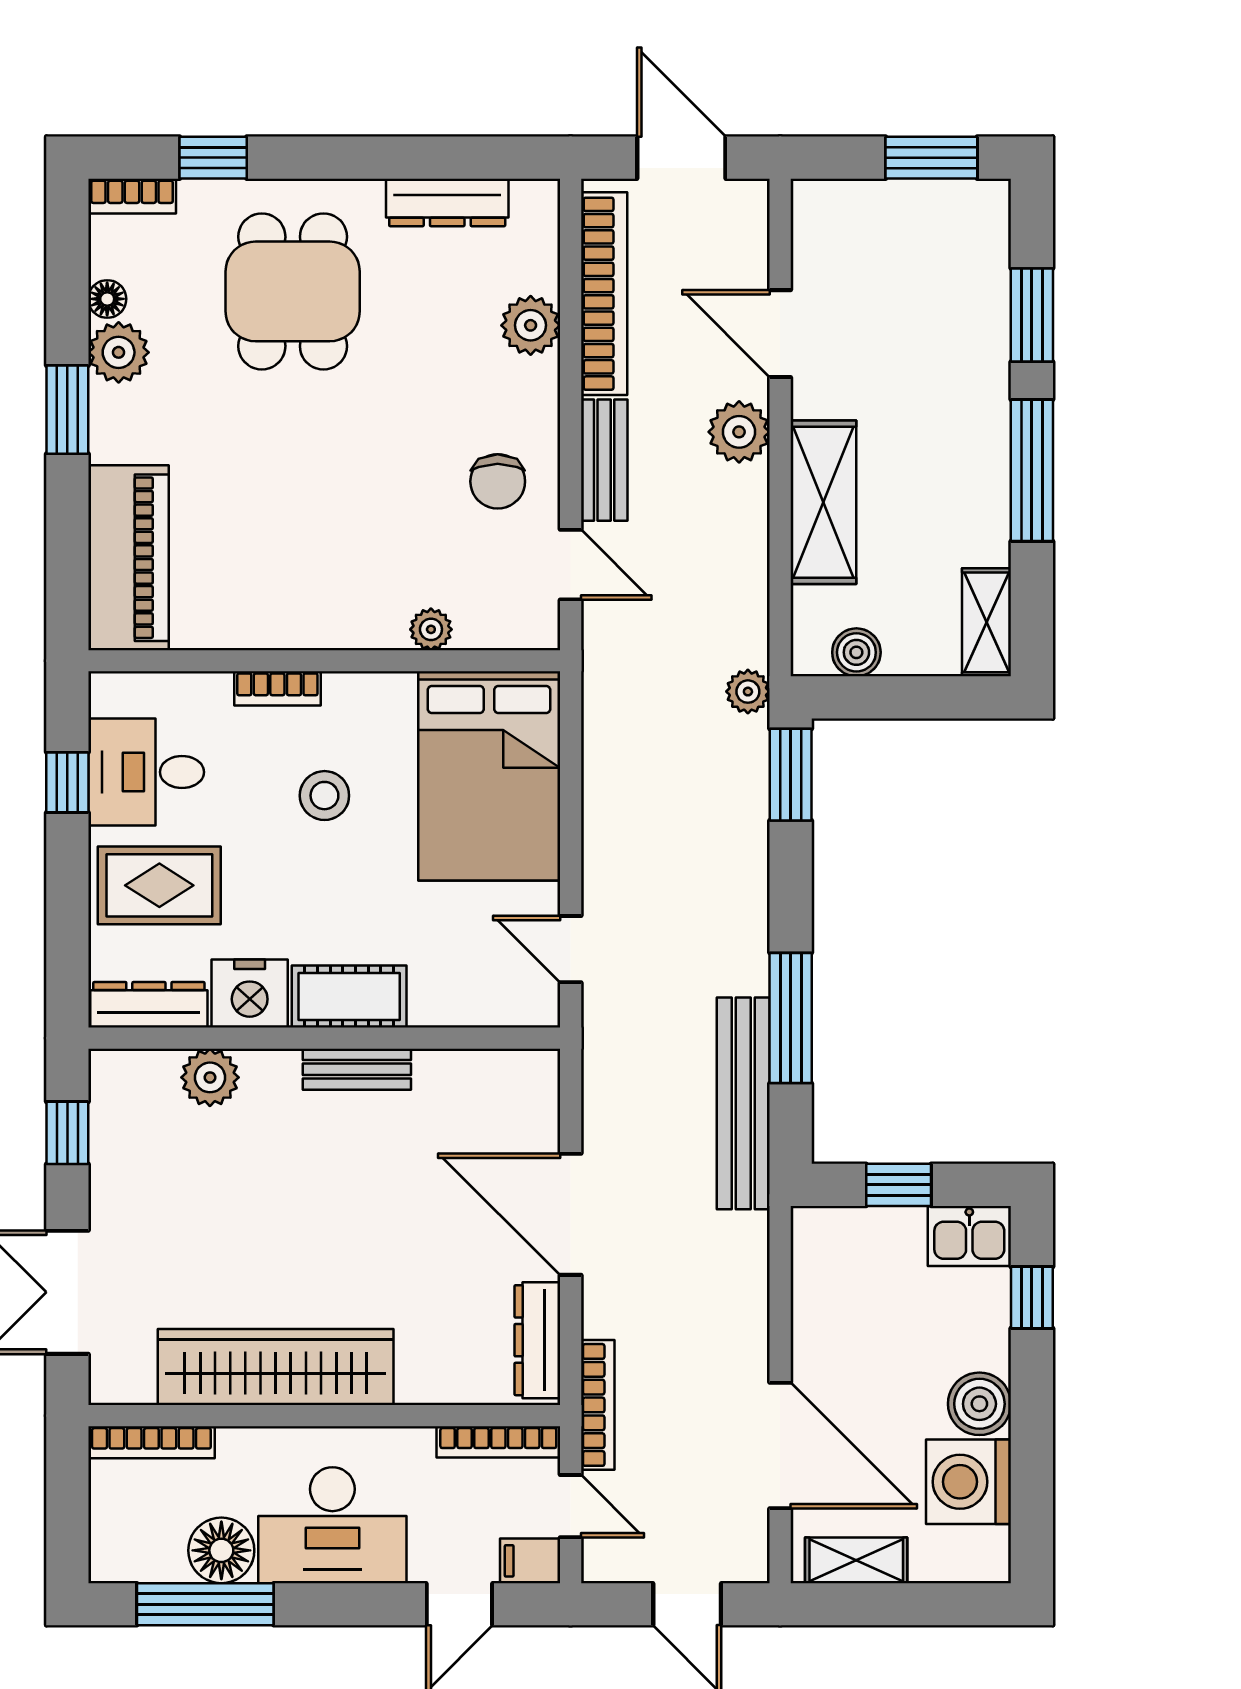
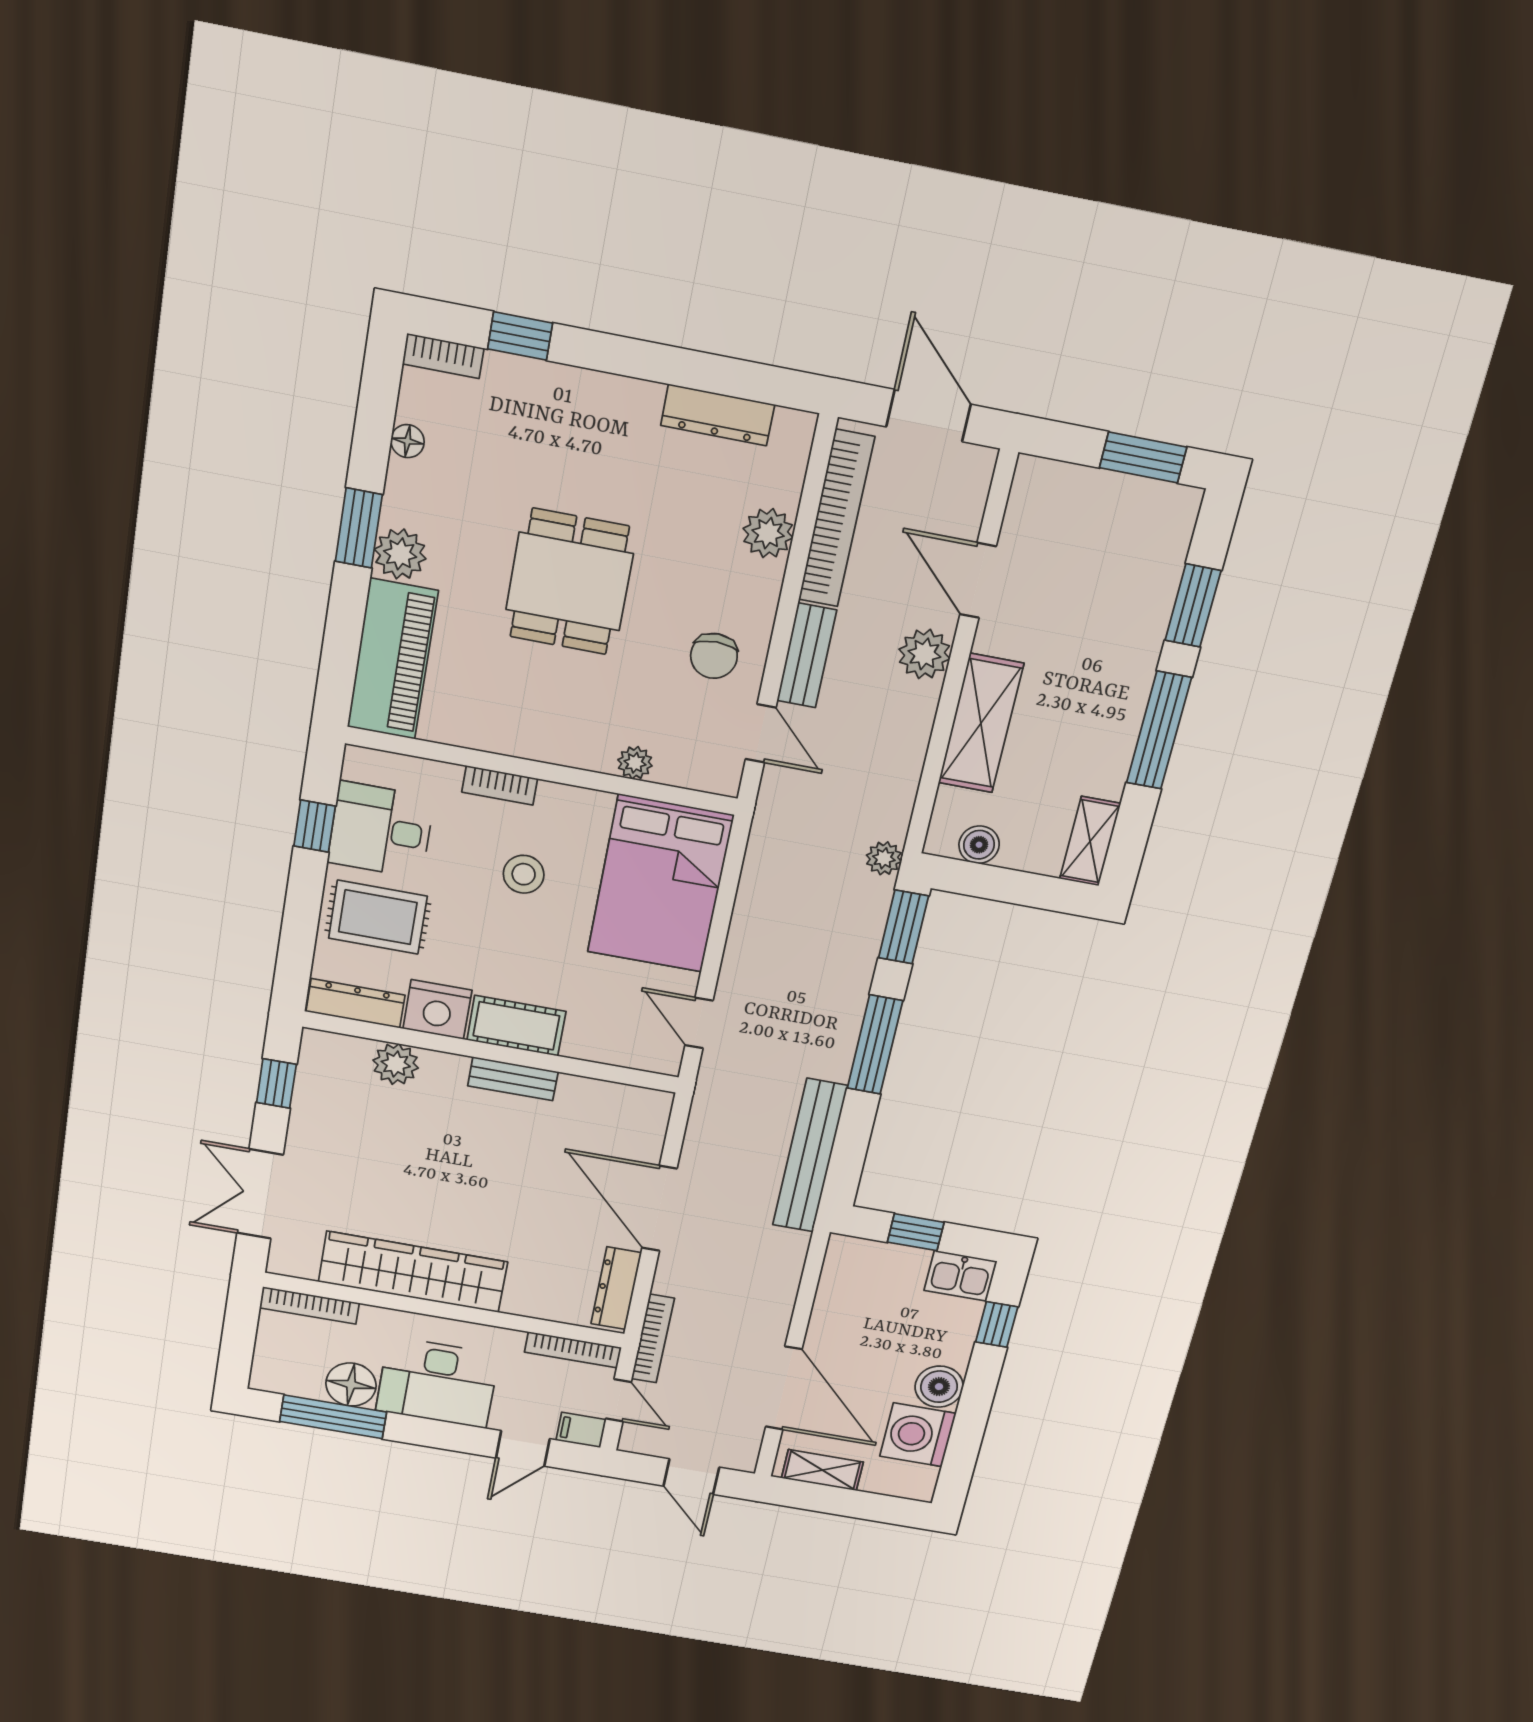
dining table: (293, 291) -> (569, 582), moved
plant: (119, 352) -> (400, 554), moved
window: (791, 1018) -> (875, 1045), moved

